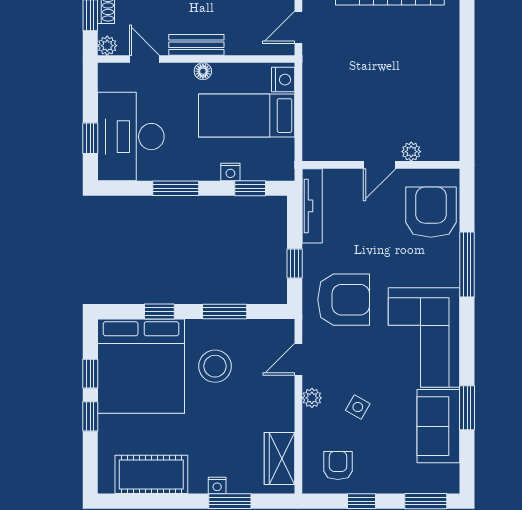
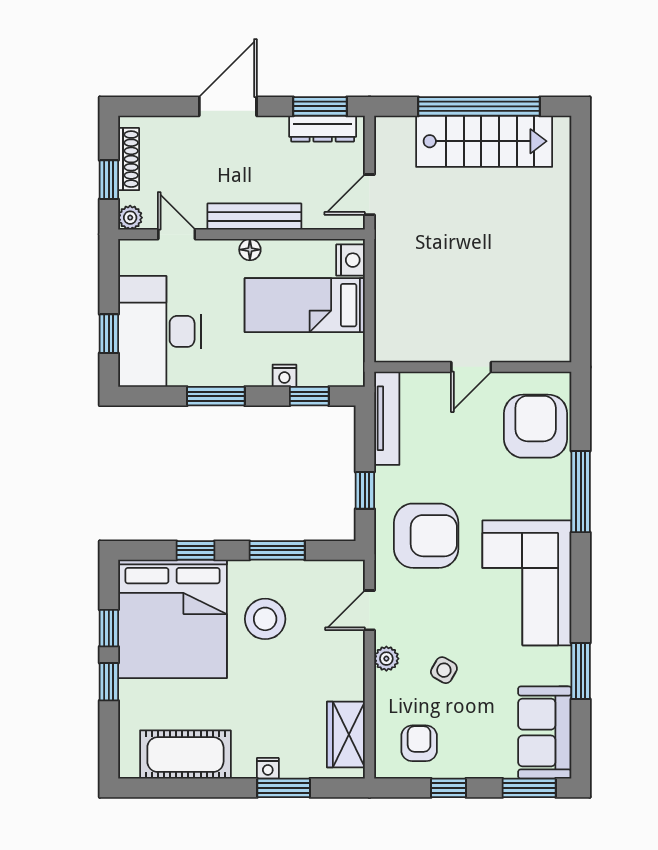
bench: (196, 45) -> (254, 217), width x1.36
plant: (411, 152) -> (511, 350), removed
sofa: (438, 426) -> (545, 733), moved

